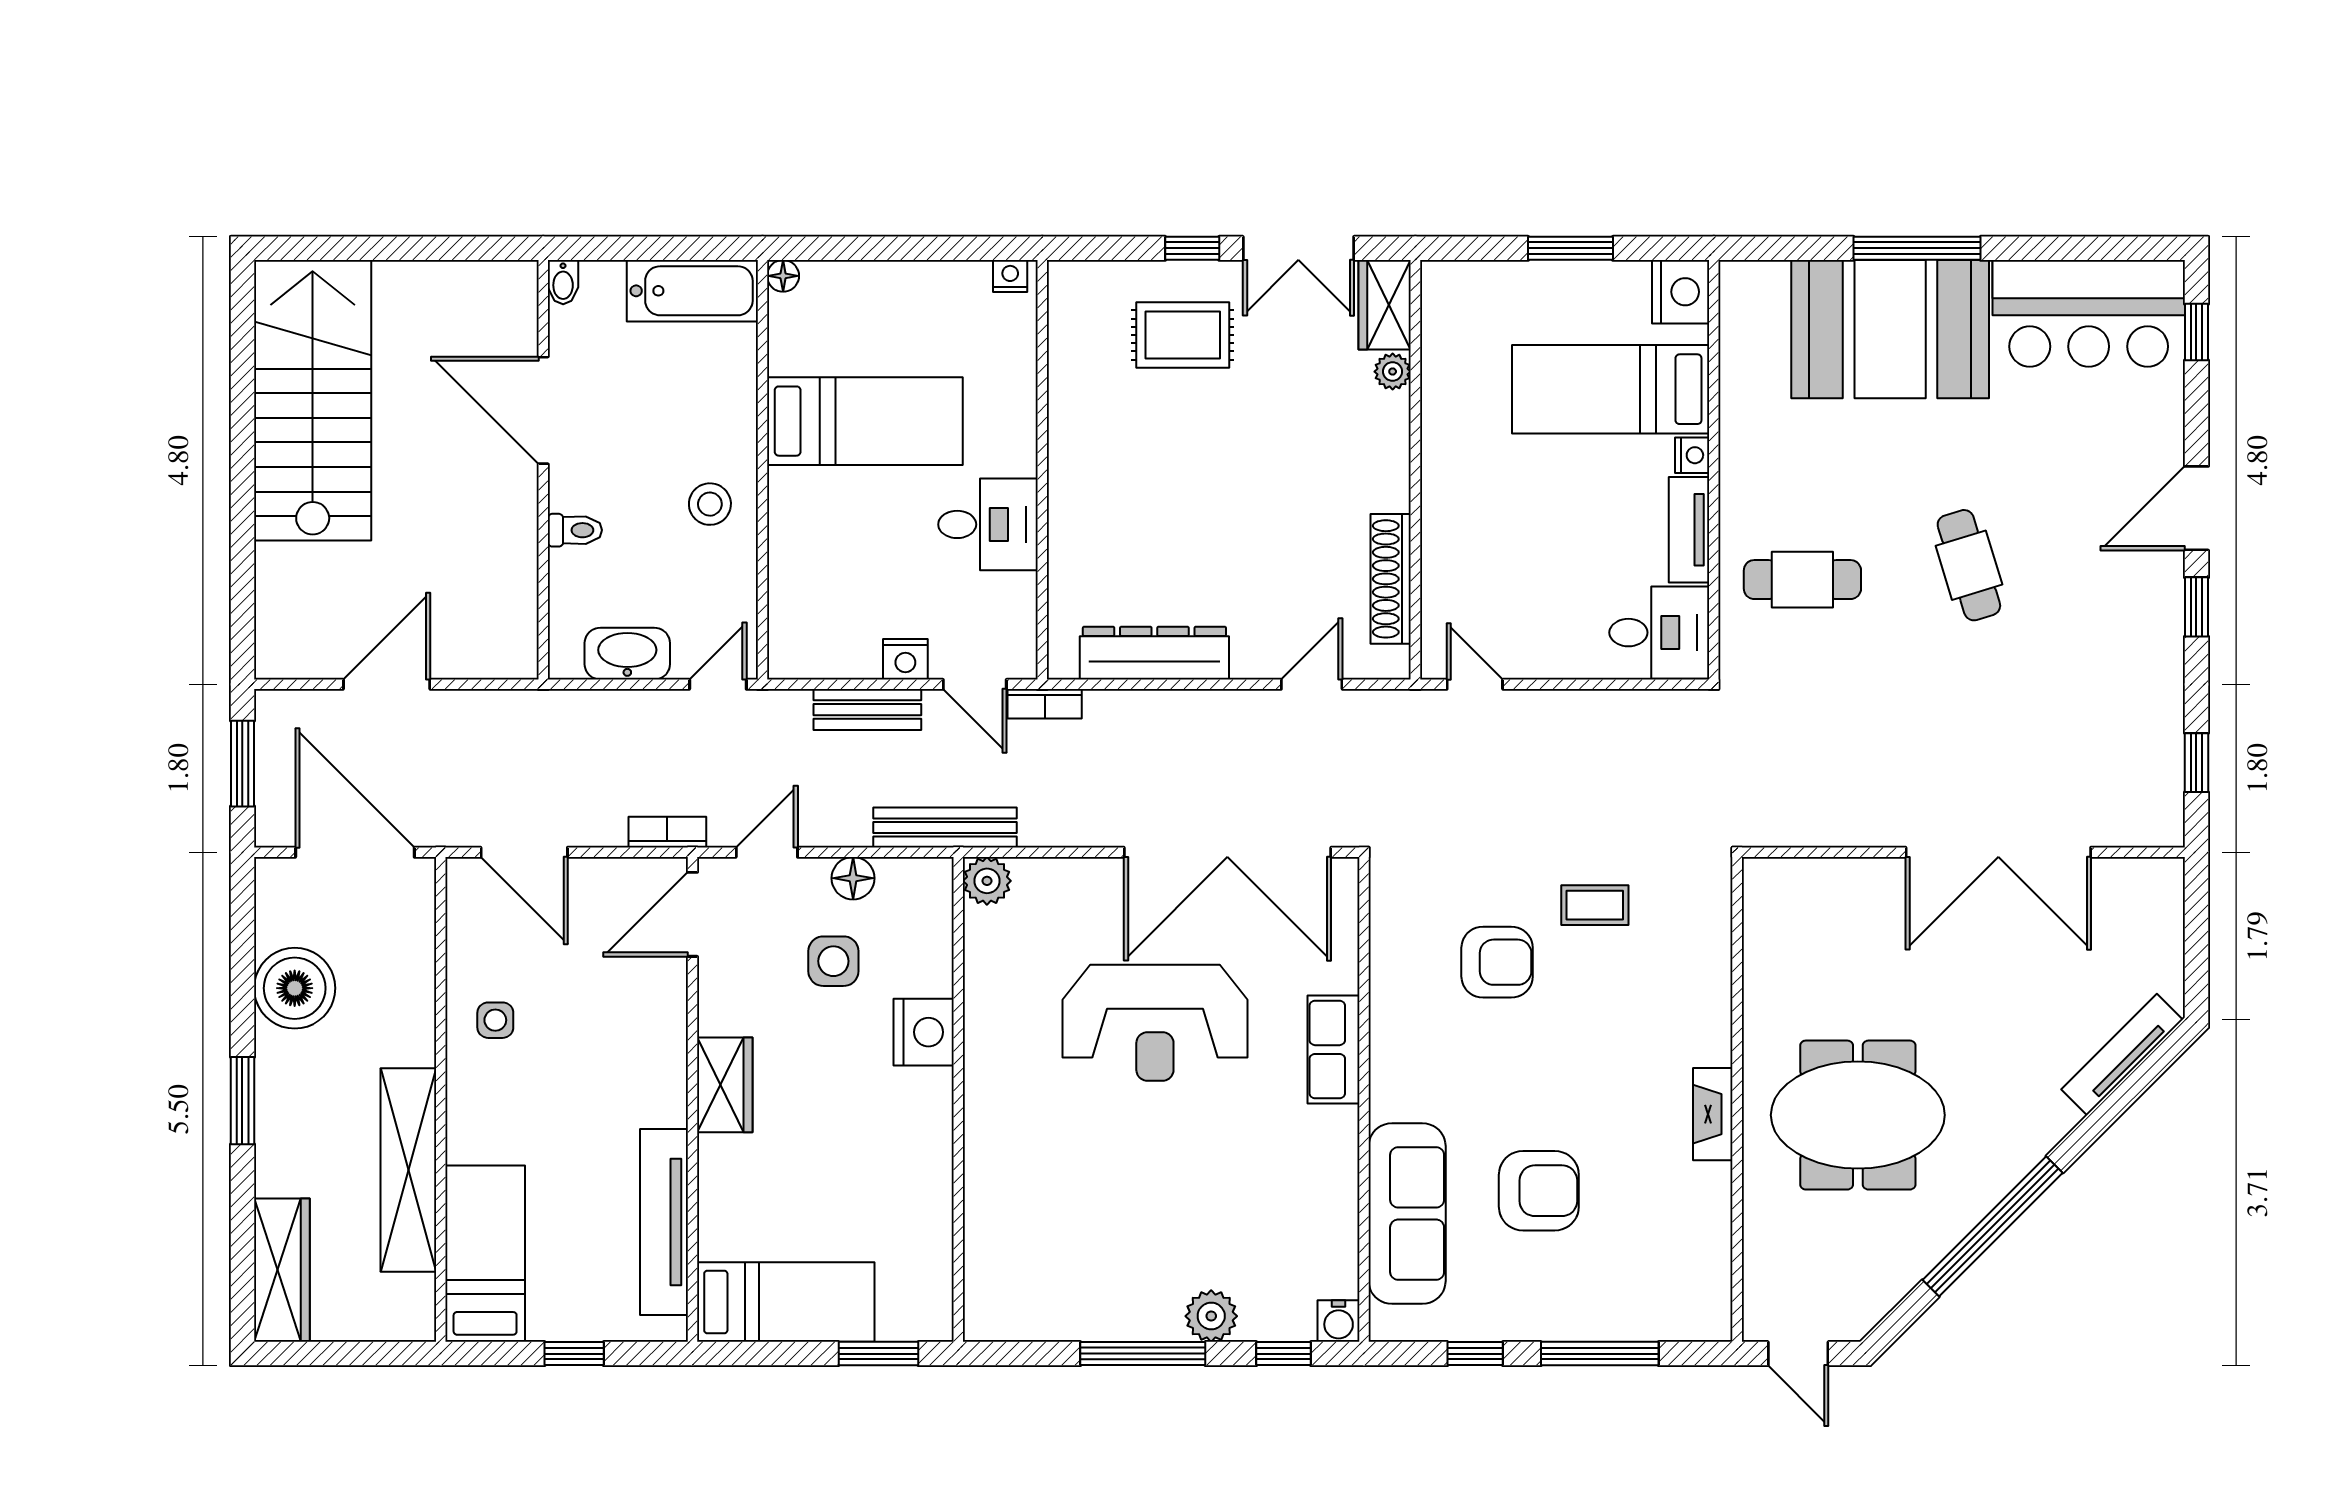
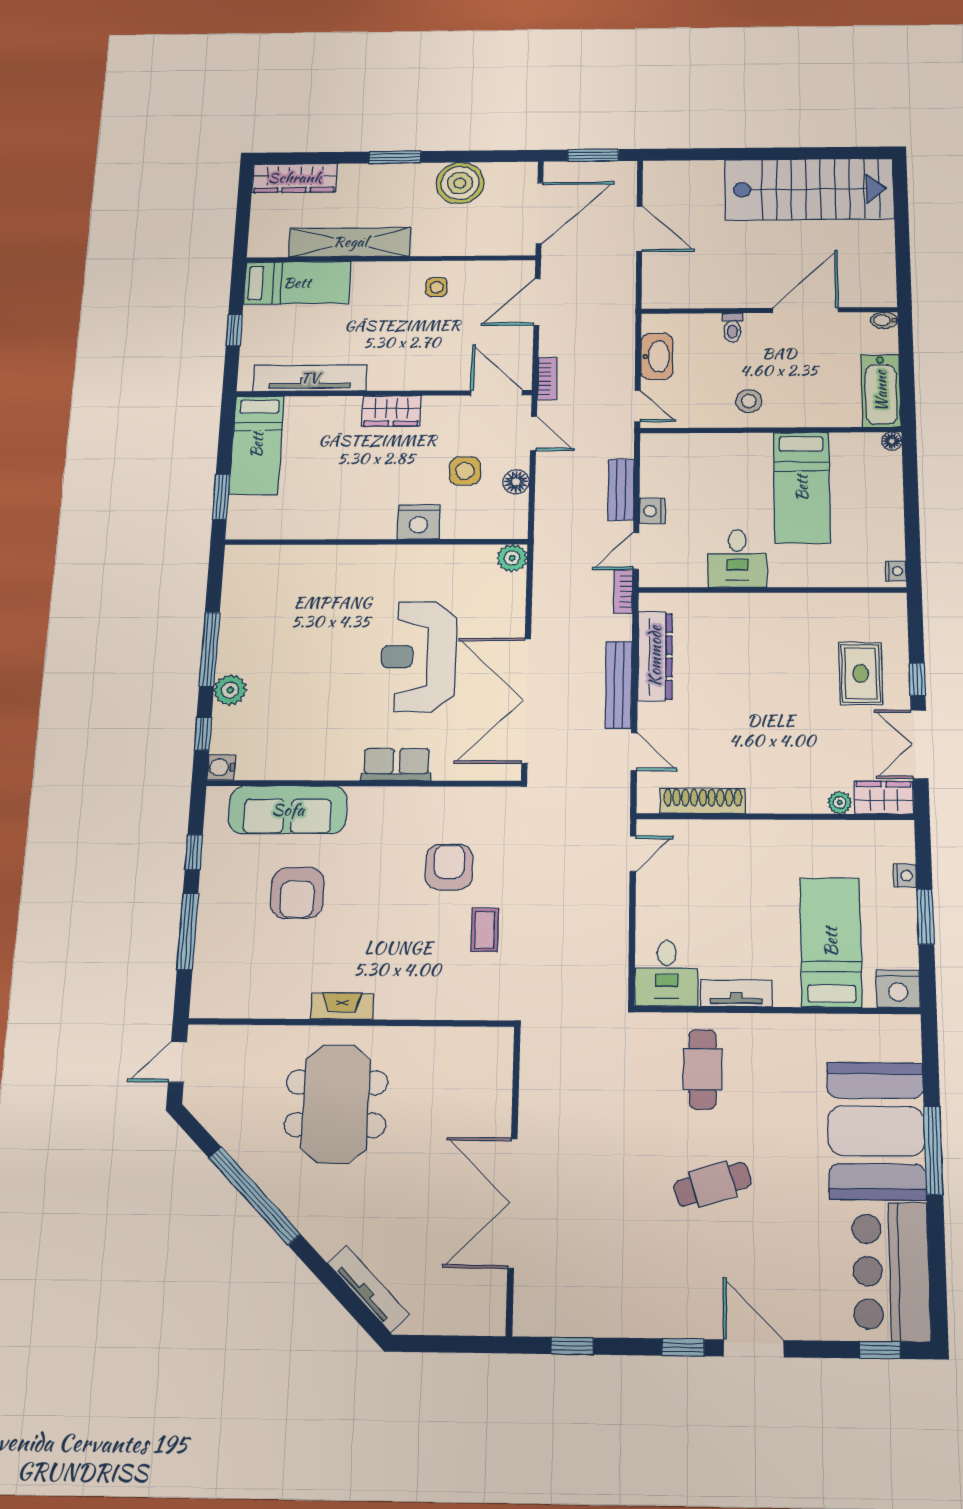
nightstand: (1692, 455) -> (905, 875), moved, turned -90
bench: (945, 827) -> (619, 685), moved
armchair: (1497, 962) -> (449, 867), turned 180

